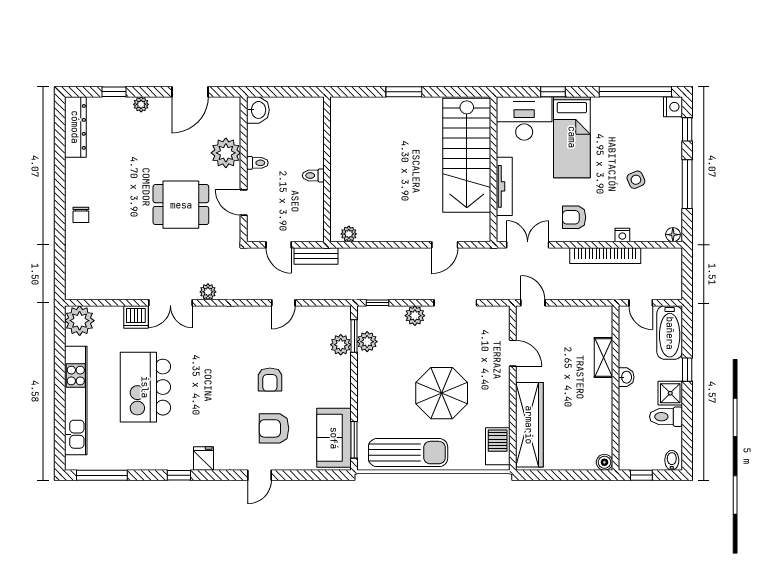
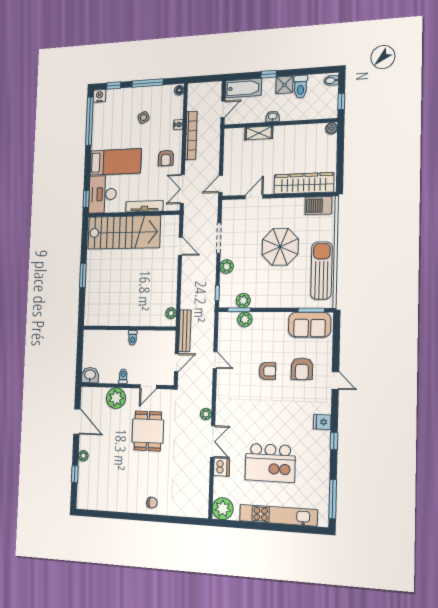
window: (553, 92) -> (86, 199), moved
dresser: (75, 127) -> (95, 503), removed
bench: (316, 256) -> (185, 331), width x1.36

